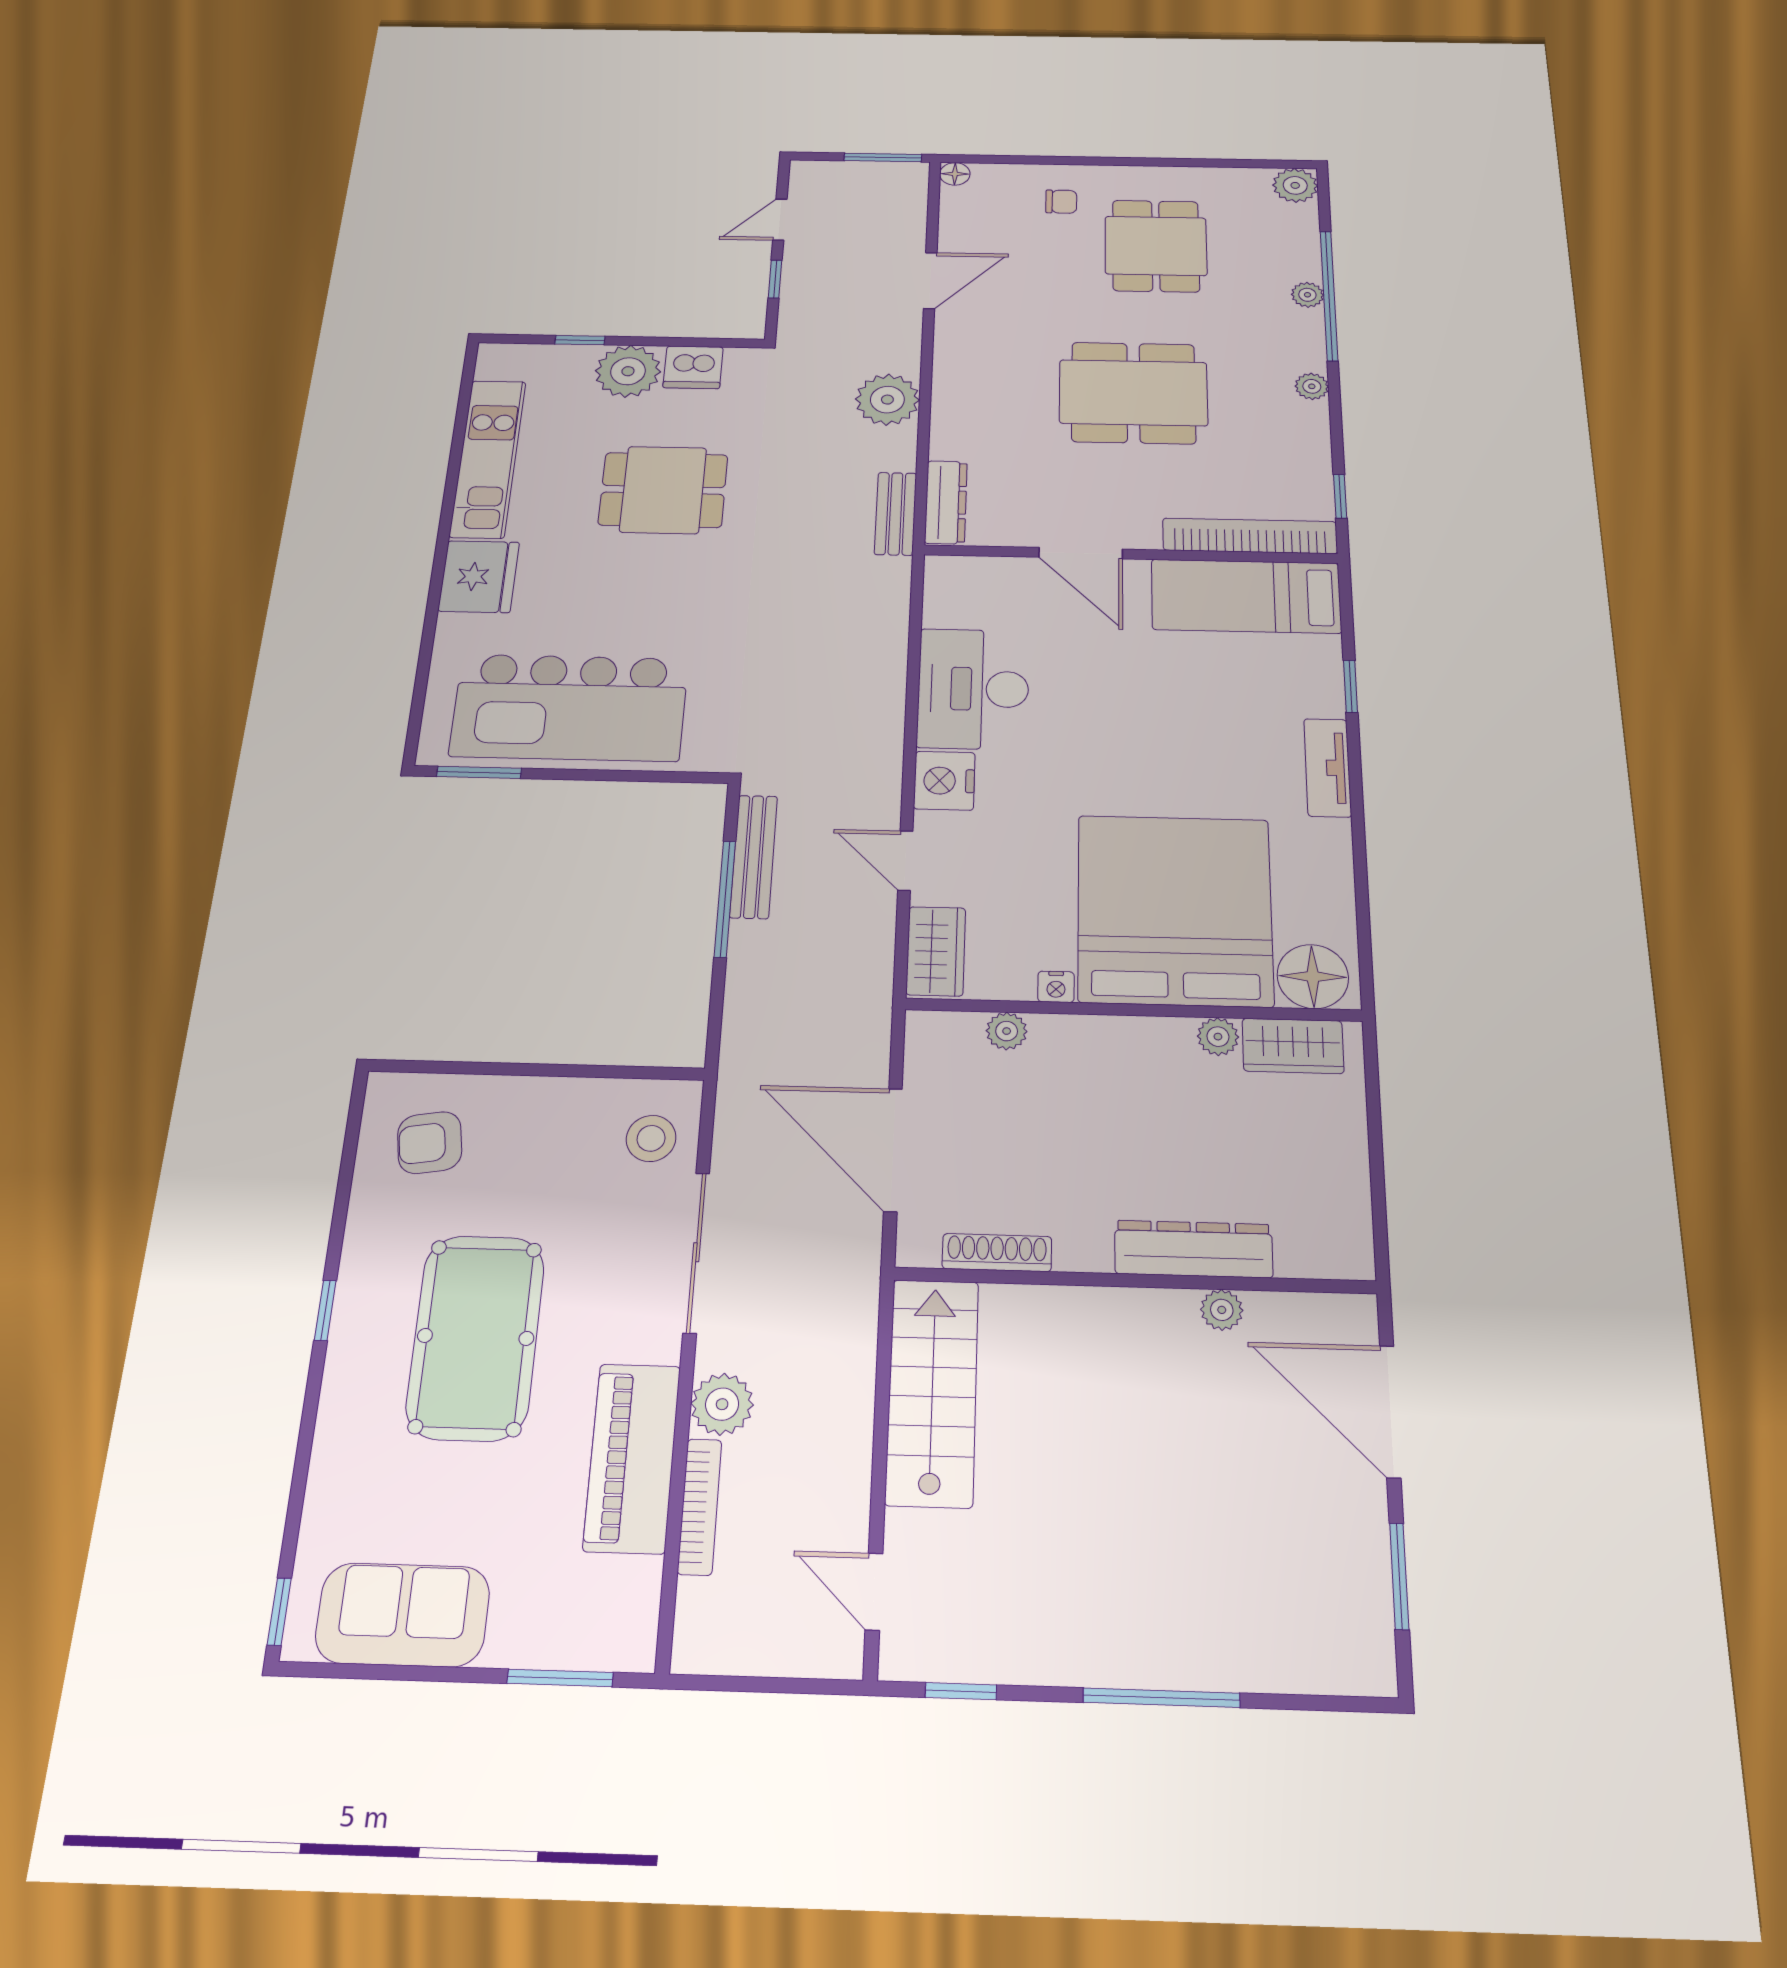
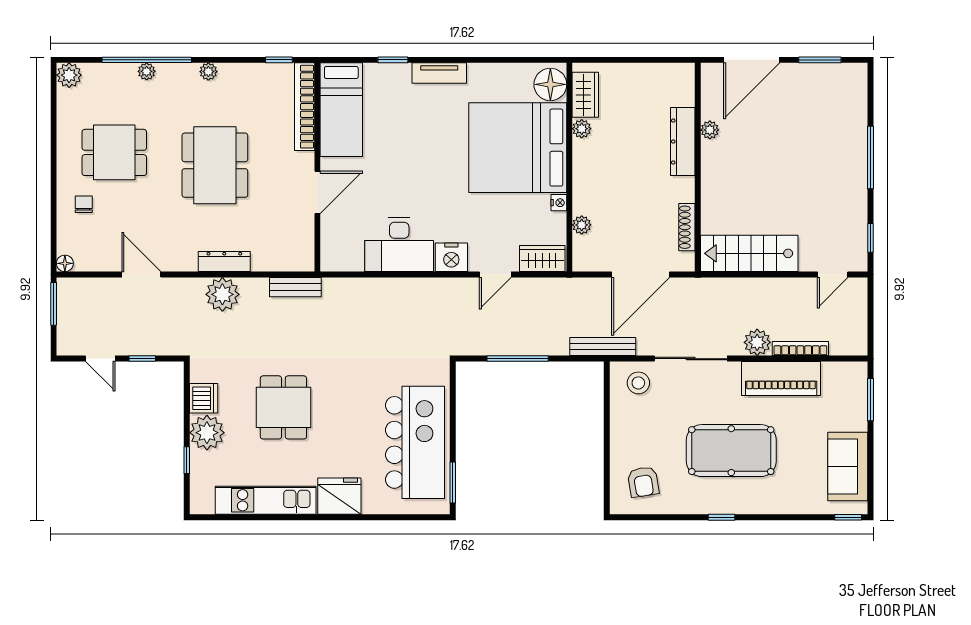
dresser: (946, 502) -> (224, 262), moved
bench: (754, 856) -> (603, 347), moved

